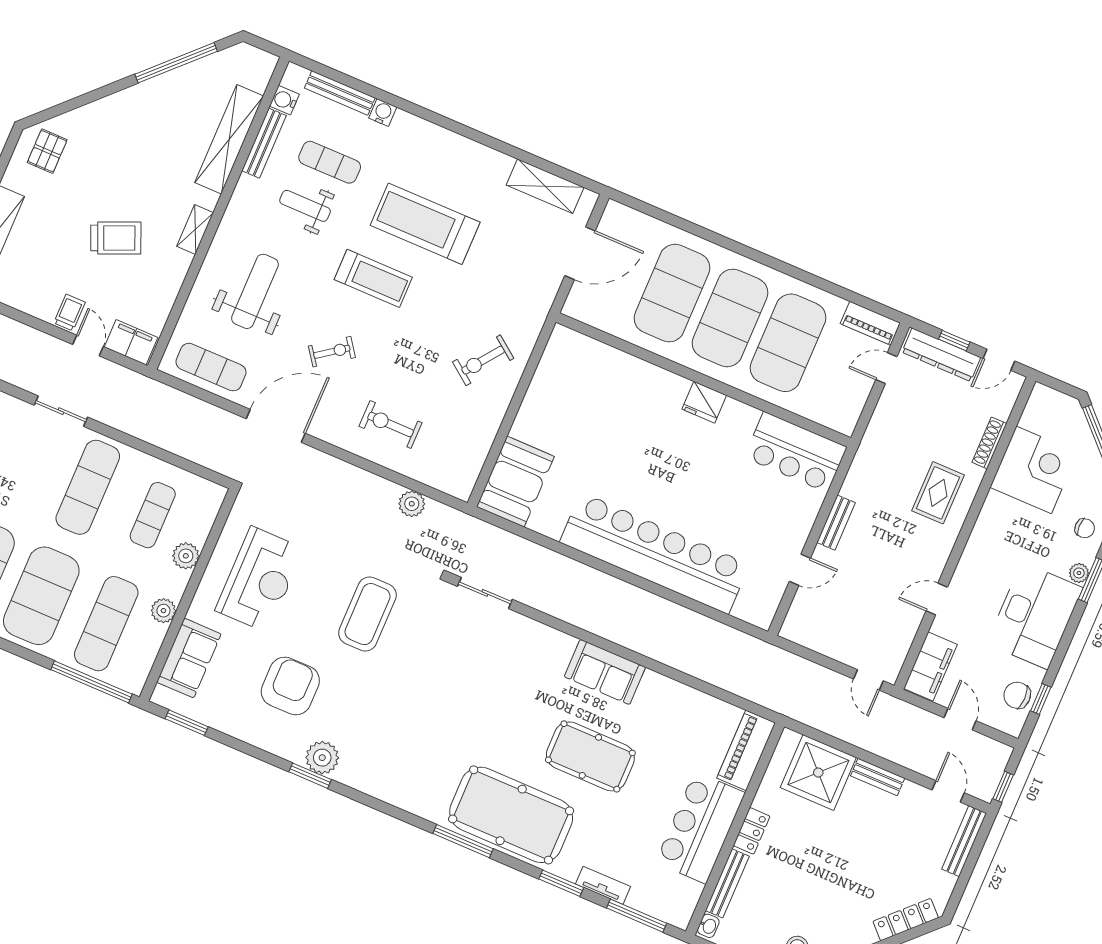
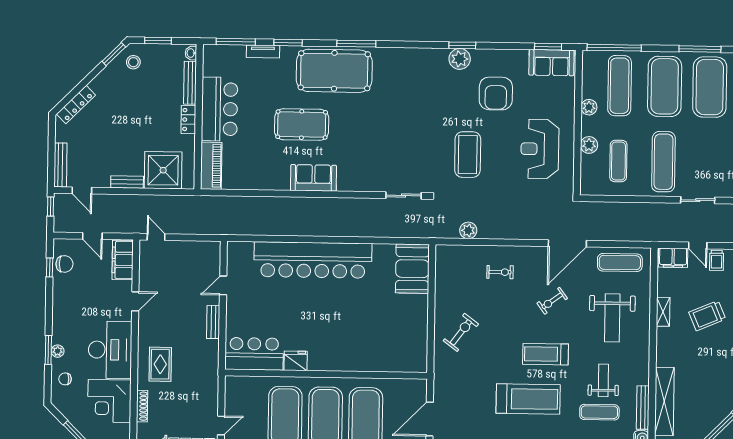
weight bench: (305, 206) -> (603, 380), turned -90
shelving: (195, 230) -> (663, 312), moved
fridge: (704, 402) -> (296, 361), moved
exercise bike: (391, 425) -> (500, 272), width x0.73, depth x0.72
desk: (1035, 616) -> (110, 350), moved, turned 180
sofa: (189, 658) -> (551, 63), moved, turned -90

